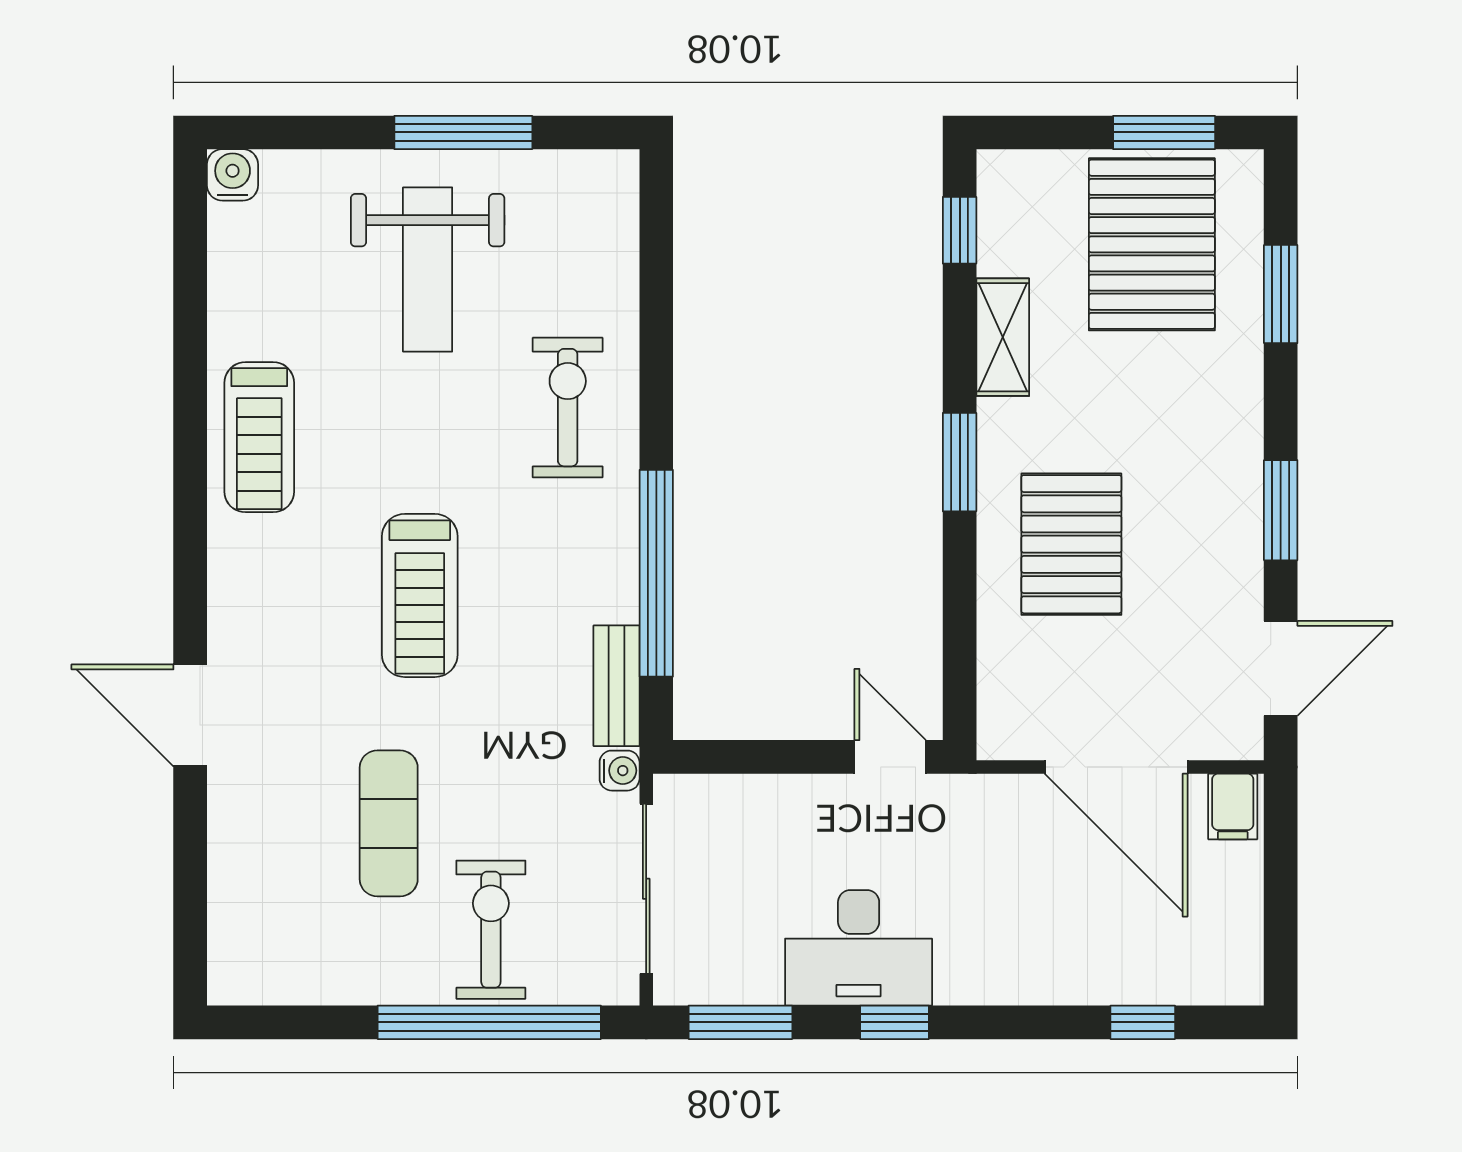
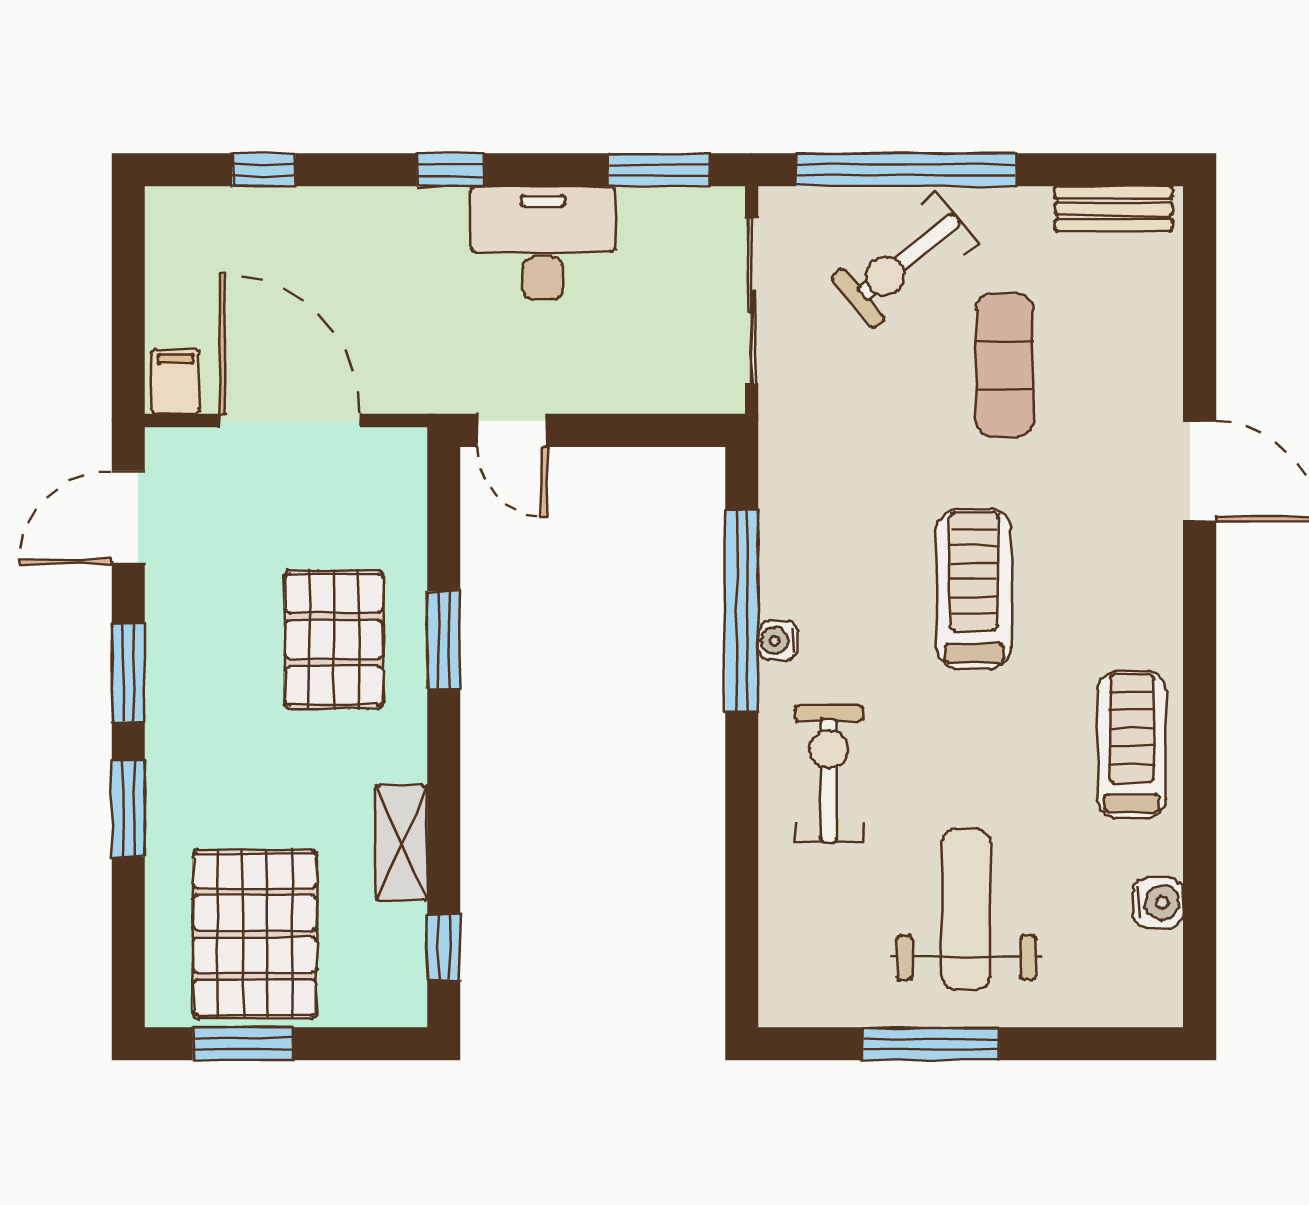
water cooler: (233, 175) -> (1158, 903), moved, turned -90
window: (1281, 294) -> (128, 808), moved
exercise bike: (568, 408) -> (829, 774), turned 180
window: (960, 462) -> (444, 640), moved
bench: (617, 686) -> (1114, 209), moved, turned 90
water cooler: (620, 771) -> (778, 641), moved
exercise bike: (491, 930) -> (904, 261), turned 51
window: (895, 1022) -> (451, 170), moved

